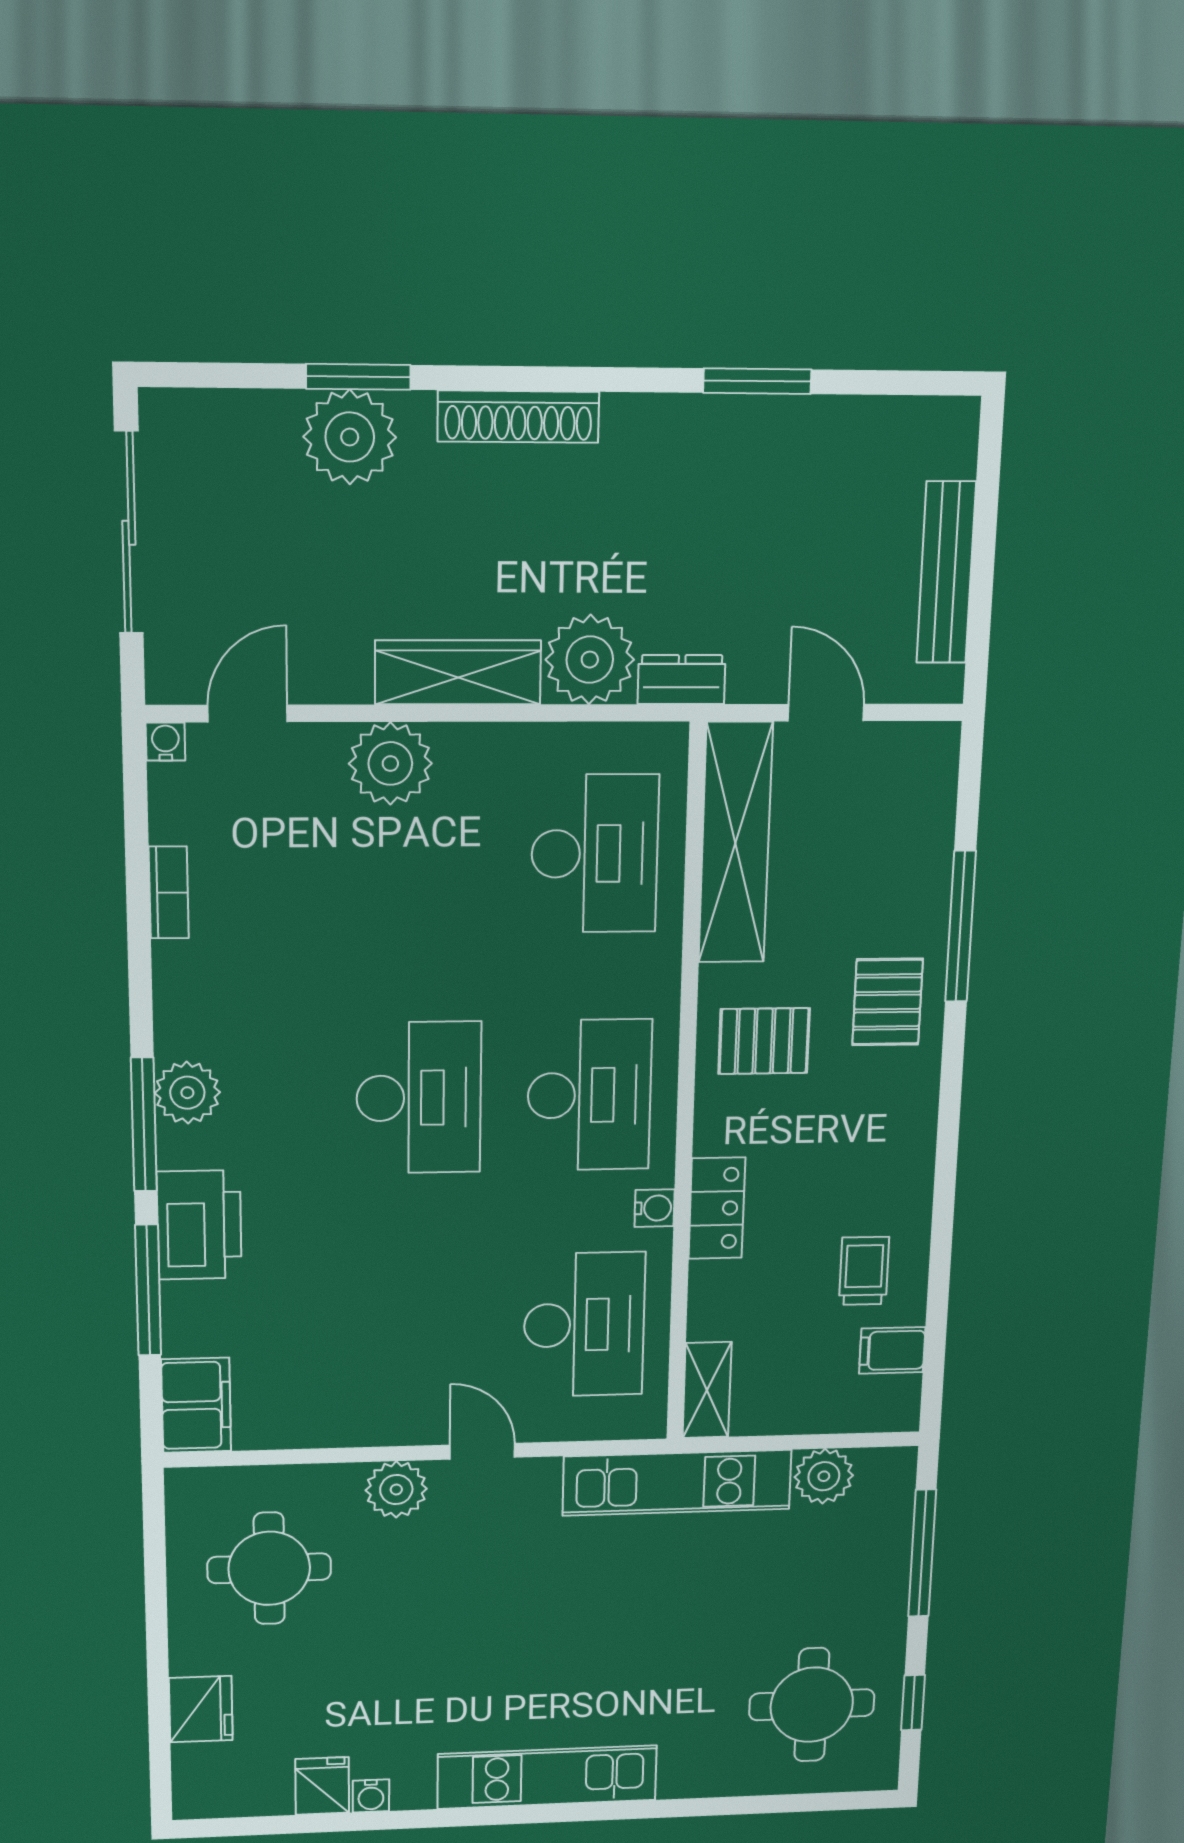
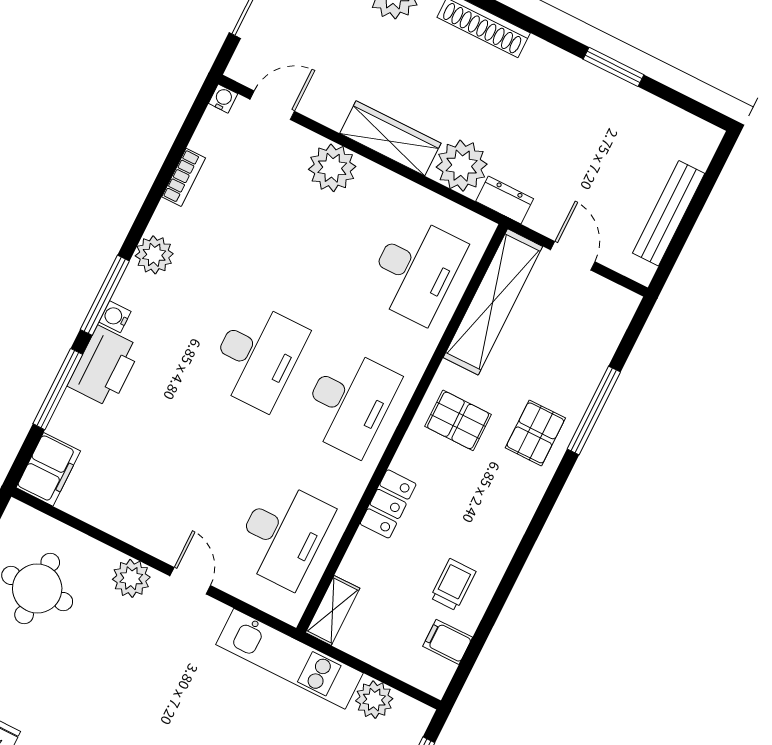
plant: (187, 1093) -> (154, 255), moved
water cooler: (655, 1208) -> (115, 317), moved, turned 180

